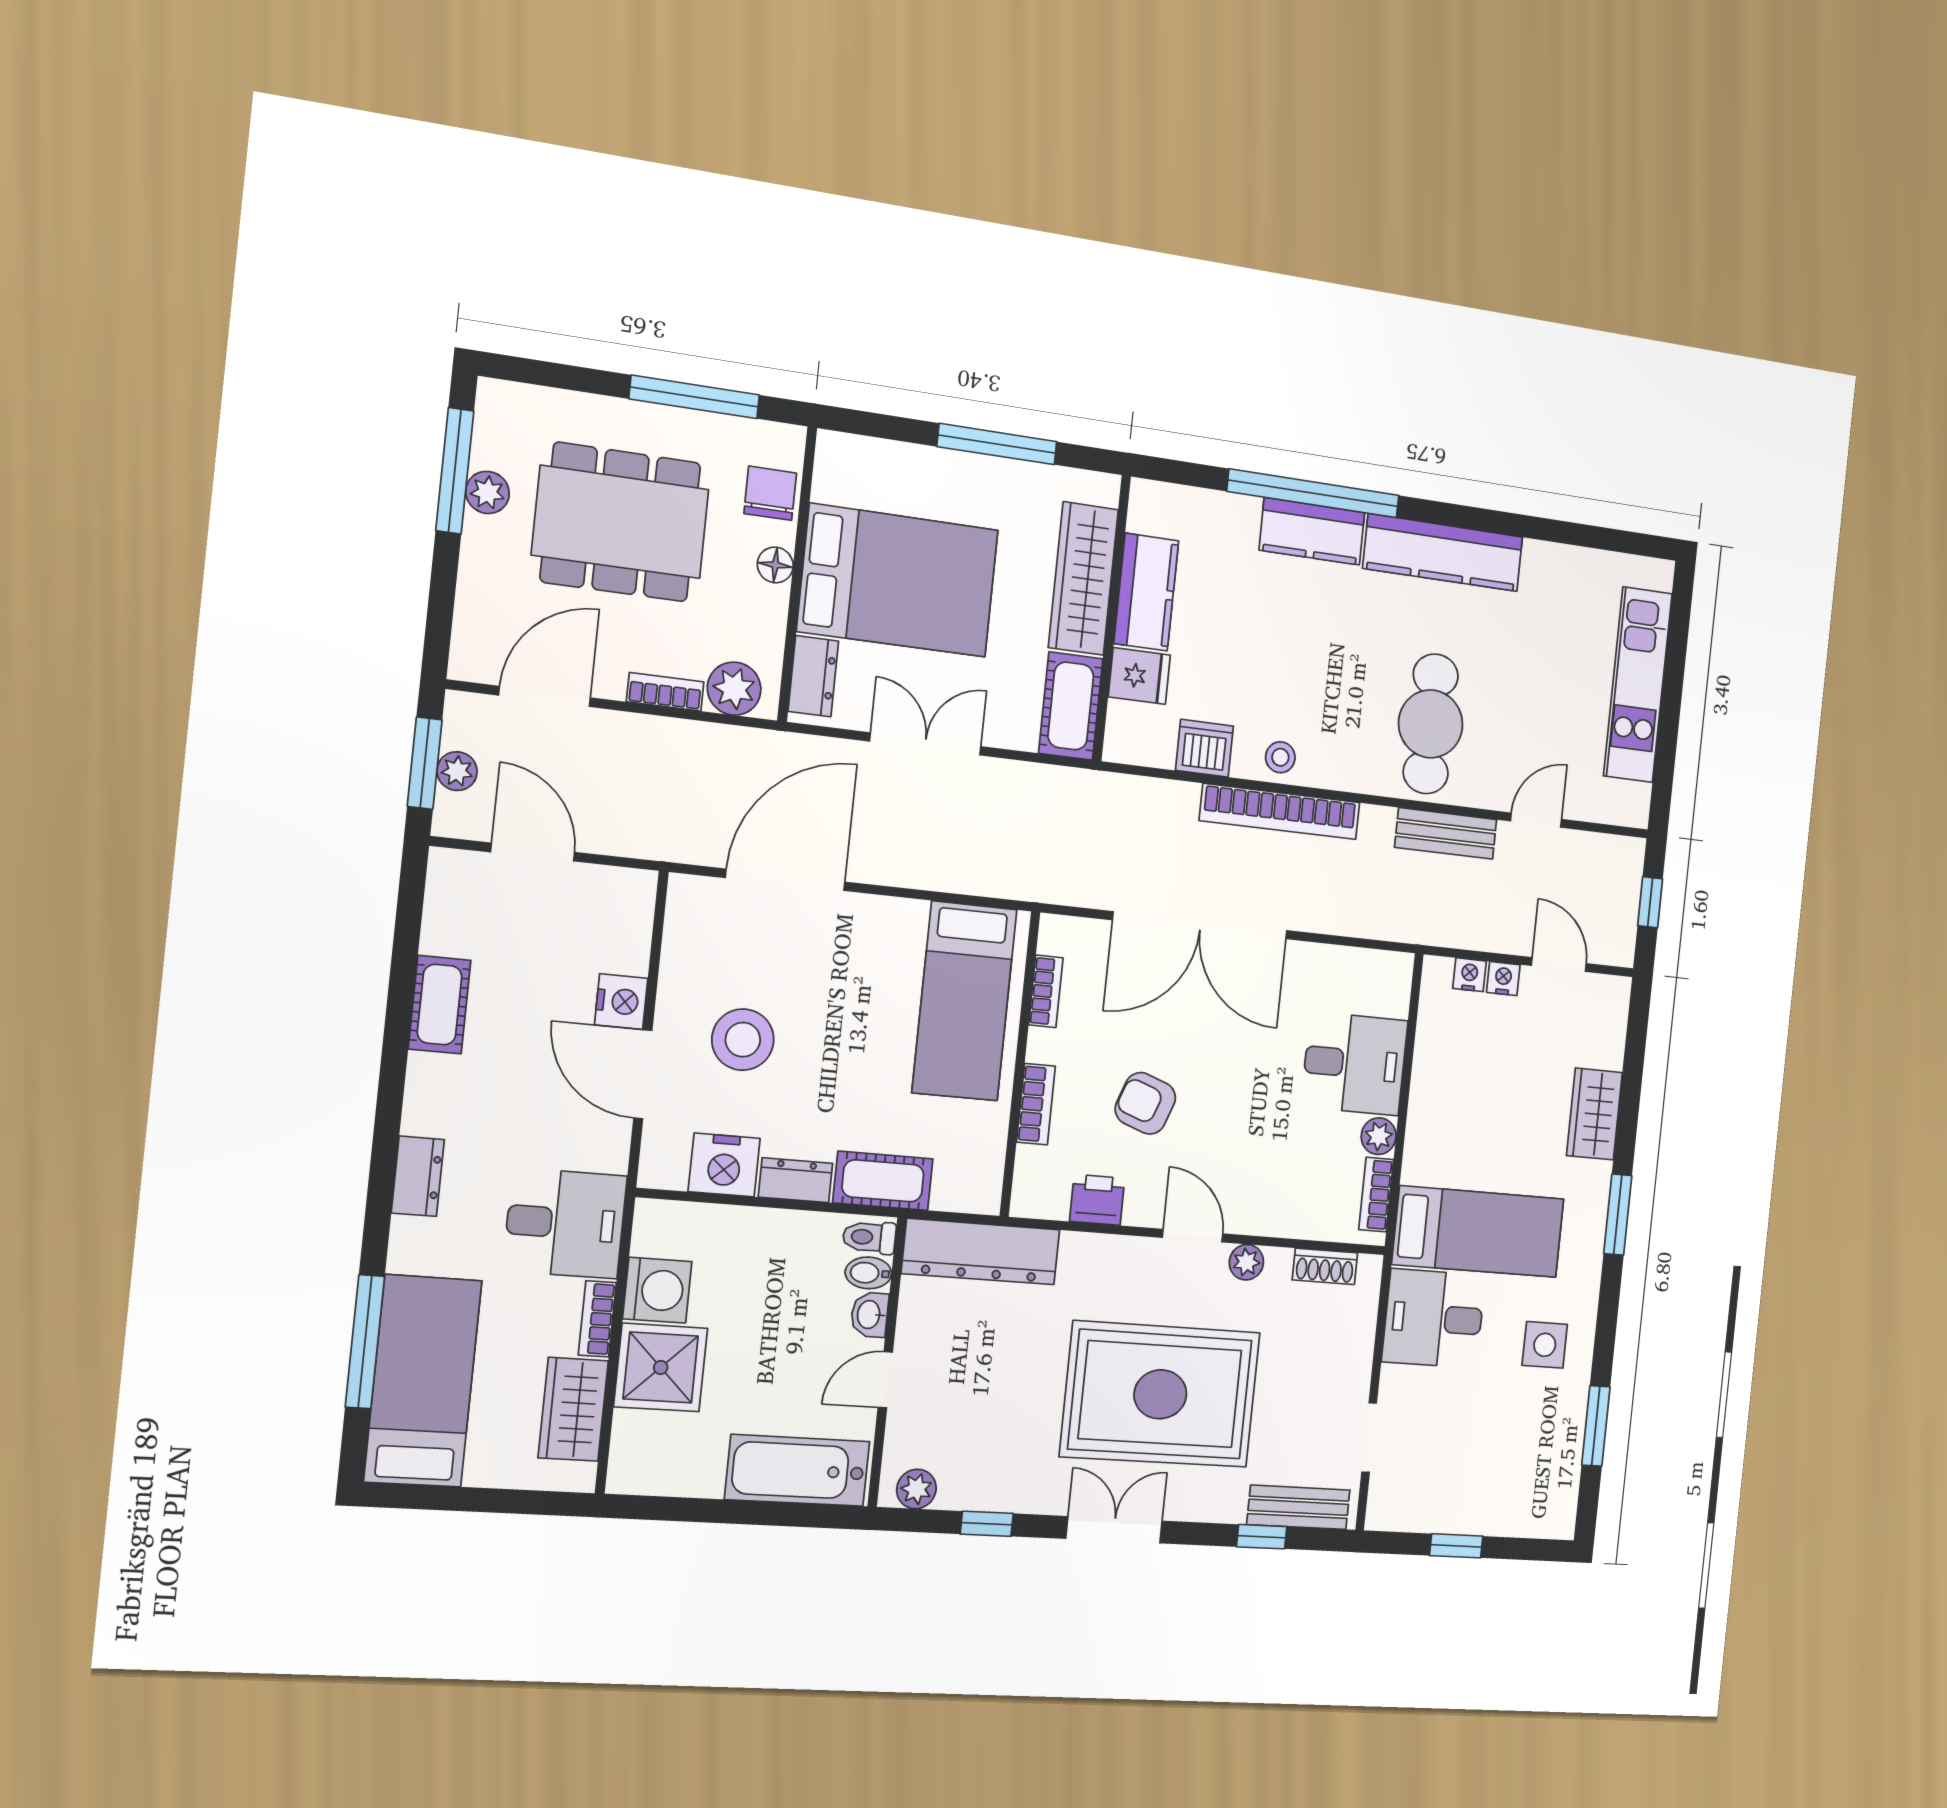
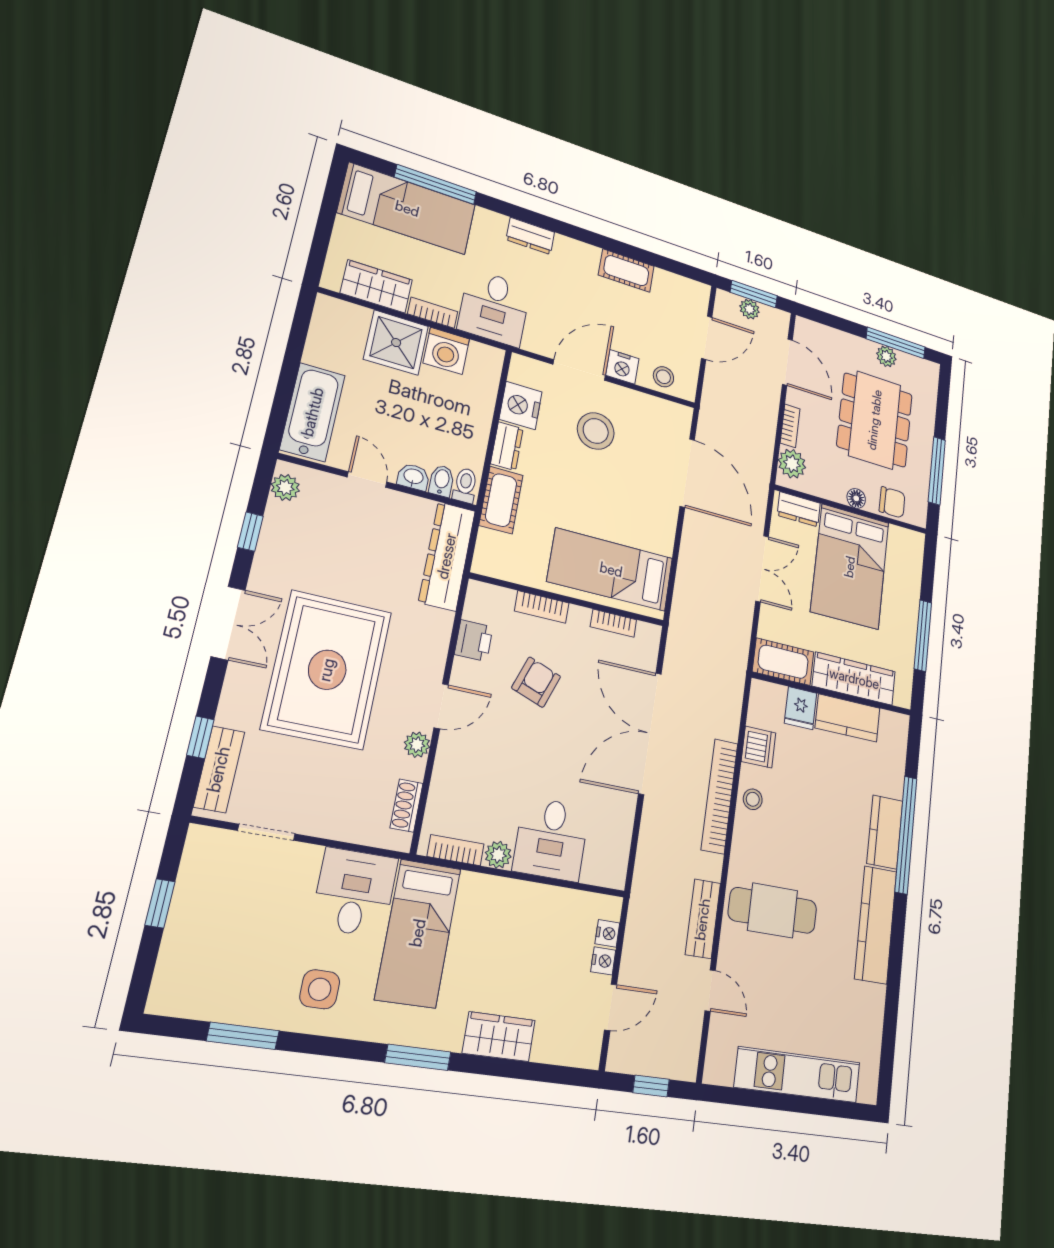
stool: (623, 928) -> (663, 377), added

